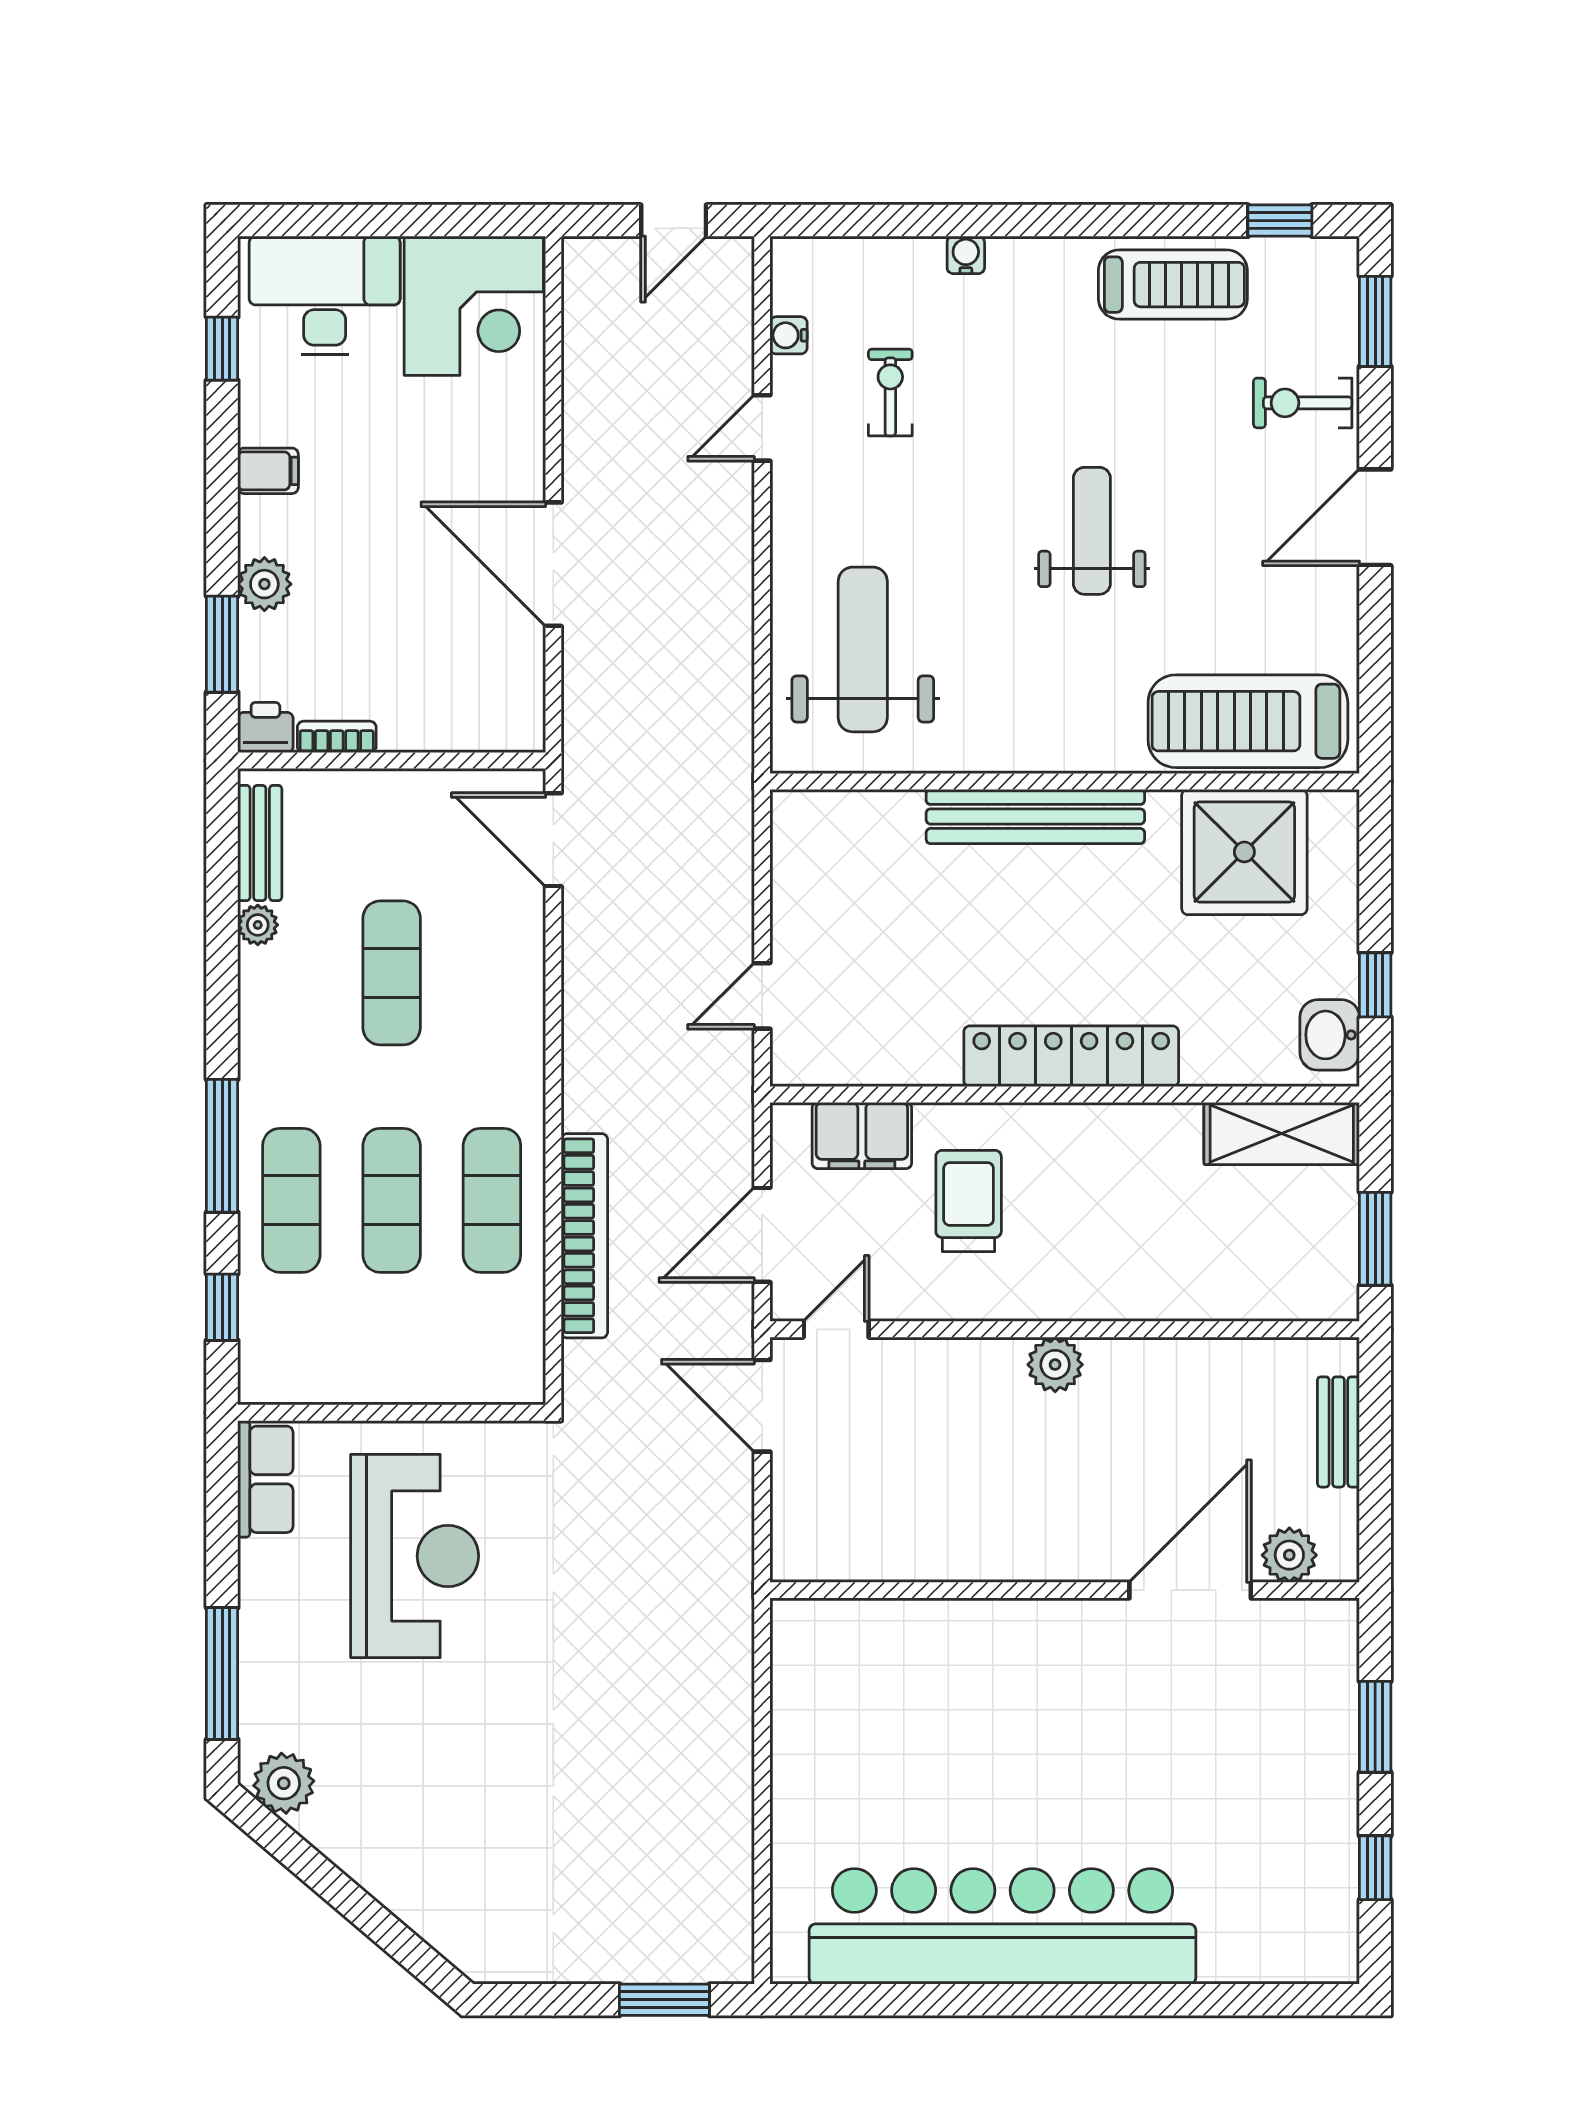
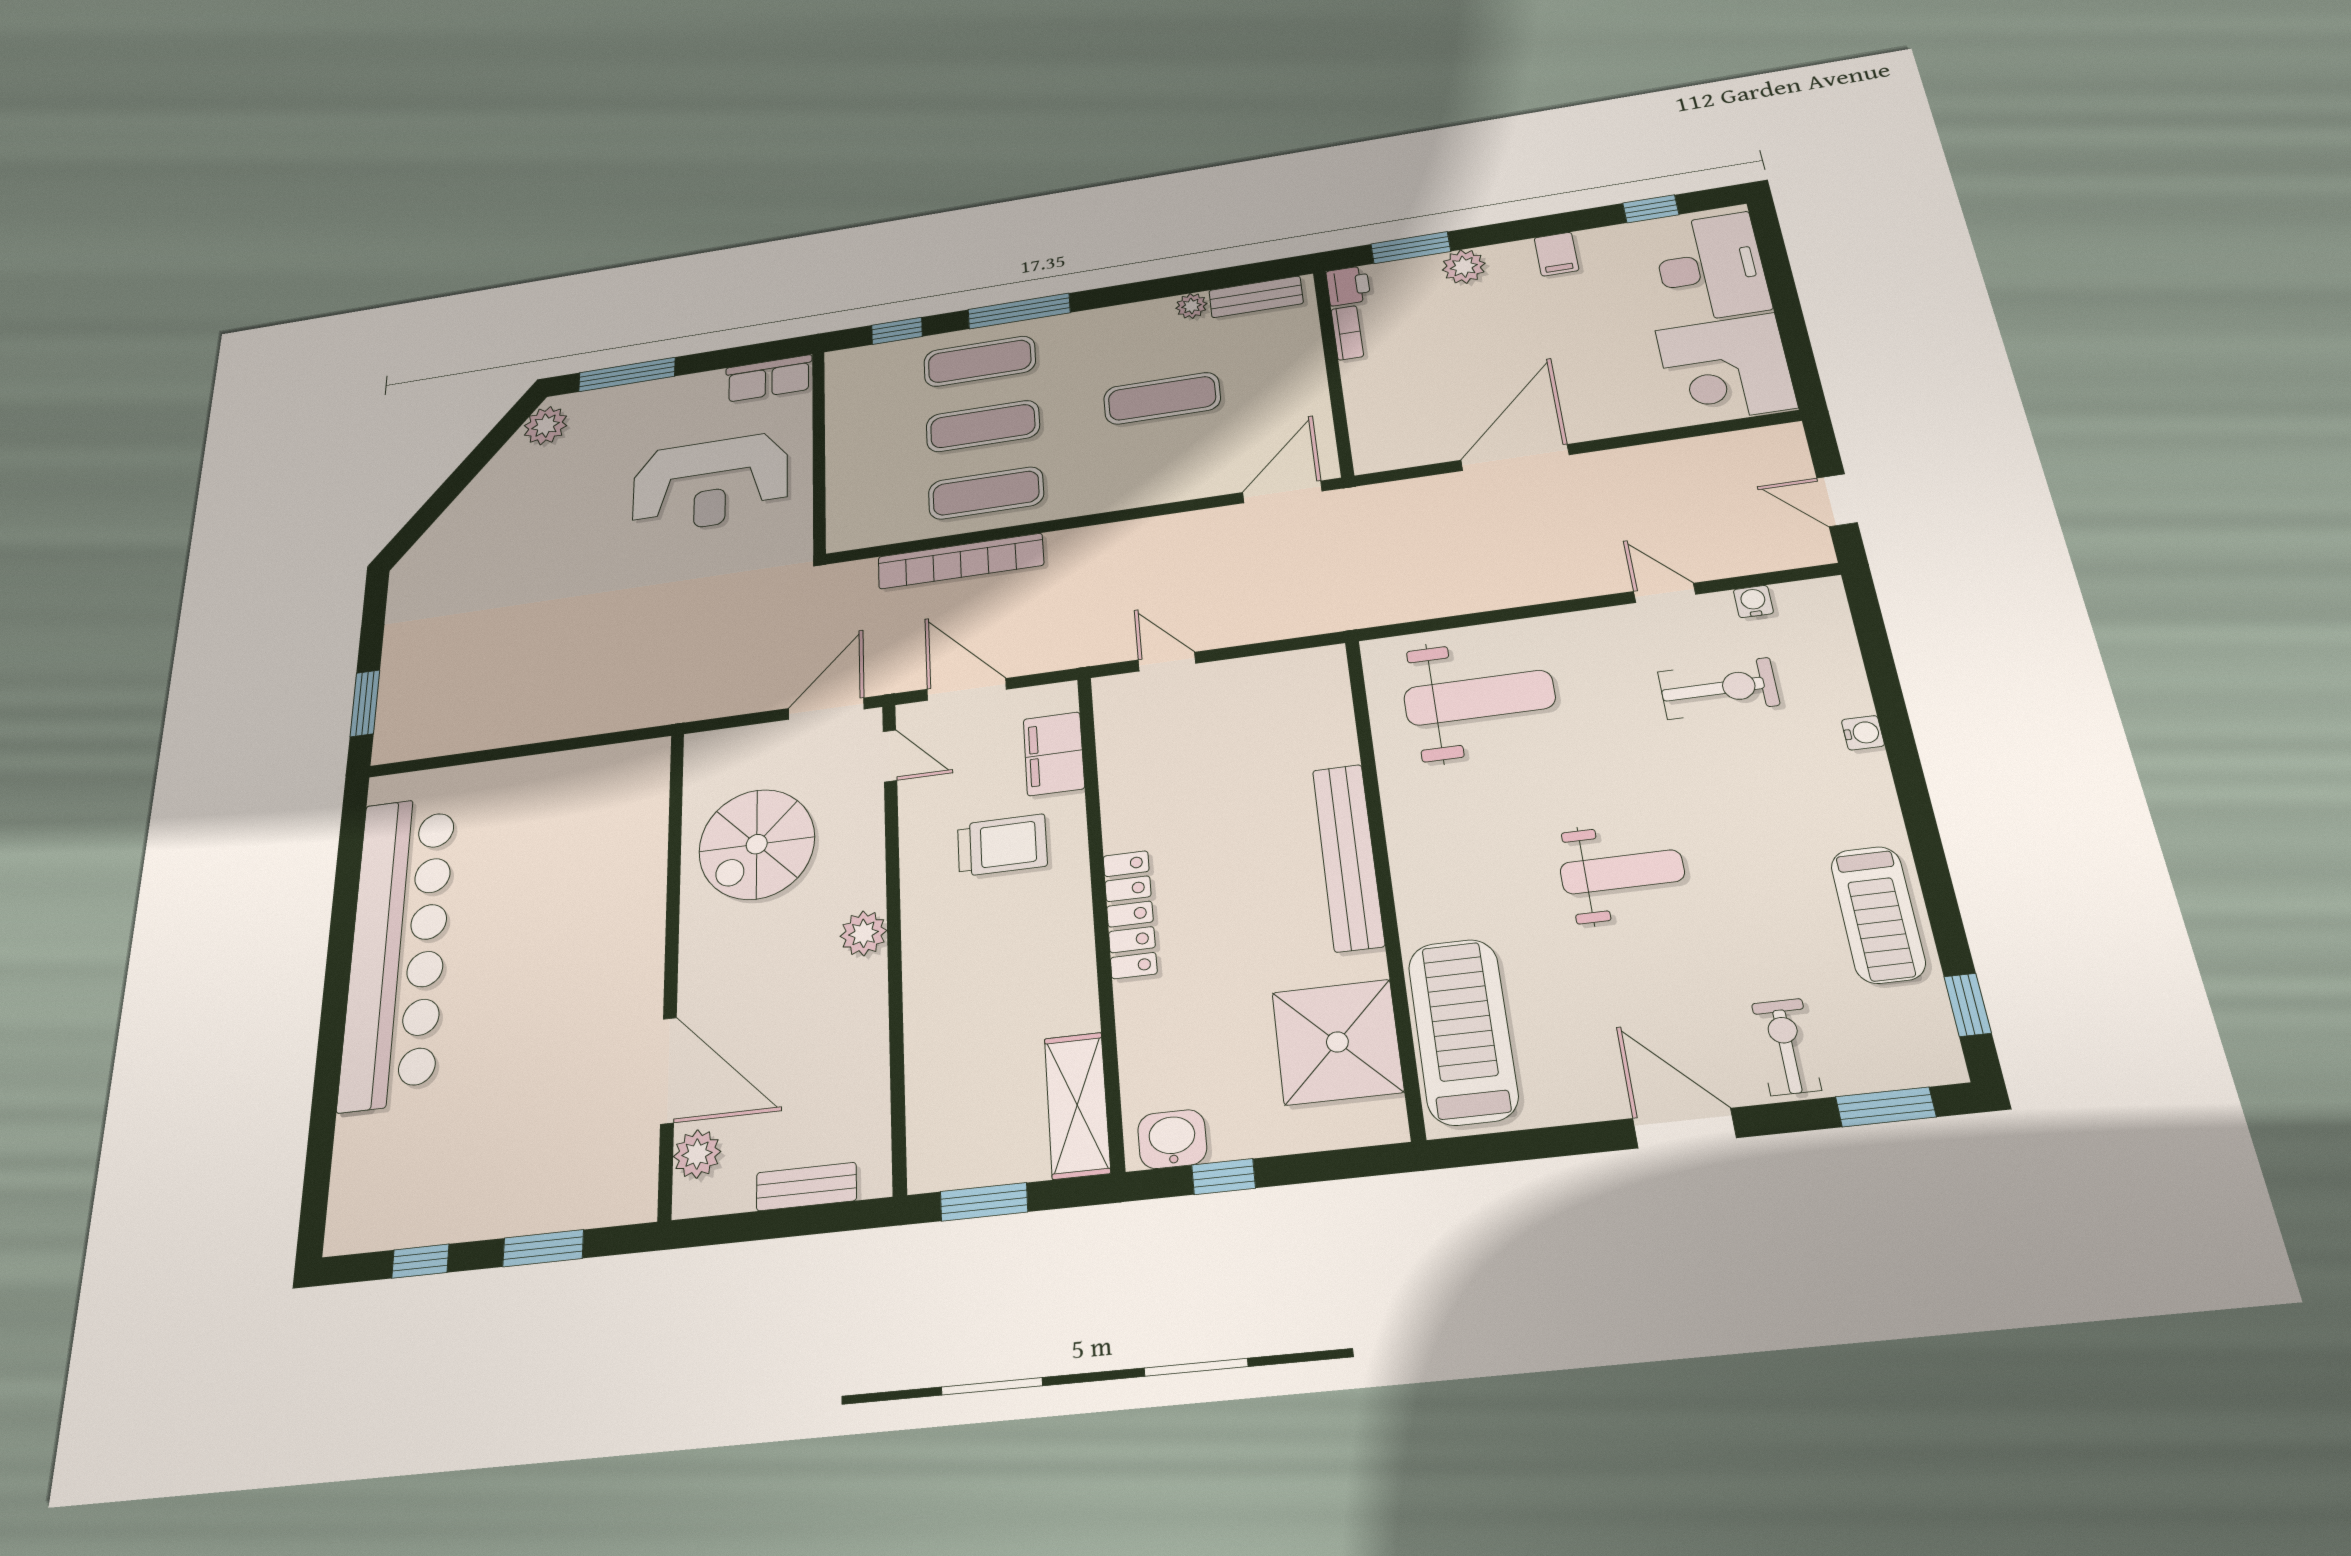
exercise bike: (890, 393) -> (1719, 688), width x1.38, depth x1.39
locker: (1071, 1056) -> (1130, 914), width x0.71, depth x0.83
spiral stairs: (927, 1490) -> (757, 844), added

